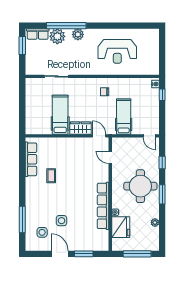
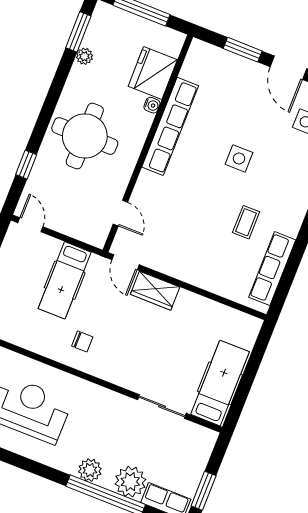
hospital bed: (60, 115) -> (220, 383), moved, turned 180
window: (162, 194) -> (78, 32), moved
side table: (61, 221) -> (239, 158), moved

